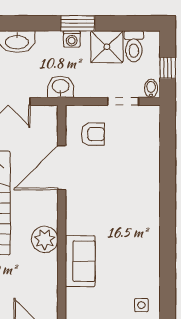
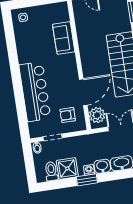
window: (168, 68) -> (29, 161), removed
washbasin: (61, 87) -> (102, 166), moved, turned 180
bar counter: (141, 181) -> (35, 92), added
plant: (45, 239) -> (97, 115), moved

